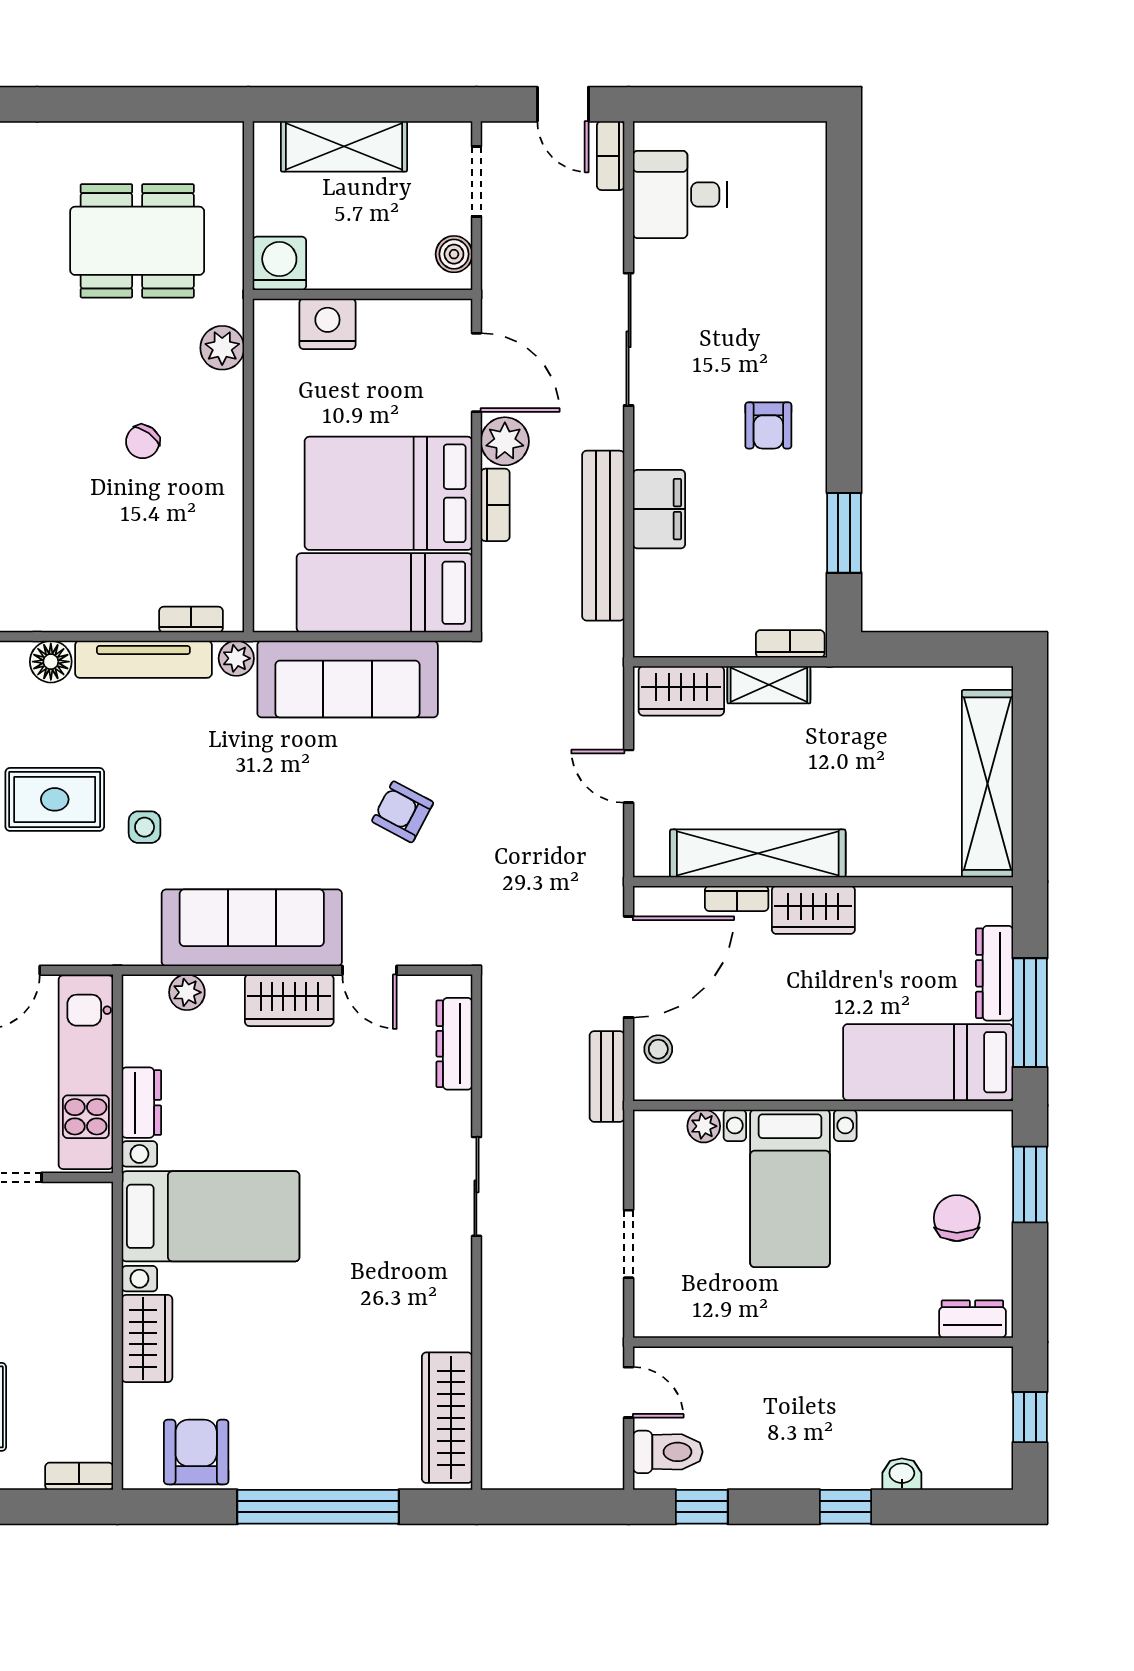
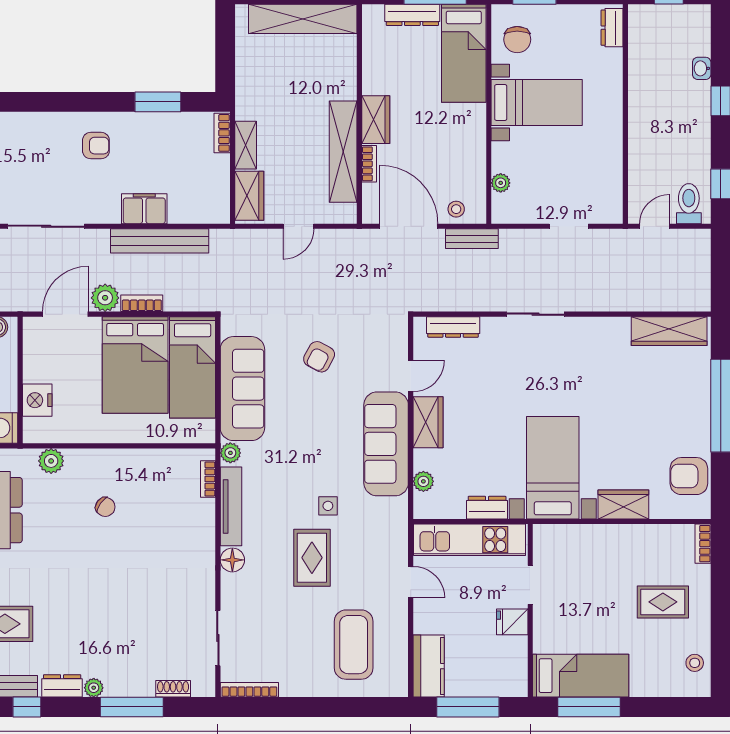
bed with nightstands: (790, 1188) -> (537, 103), moved
chair: (957, 1218) -> (517, 40), moved, turned -90

